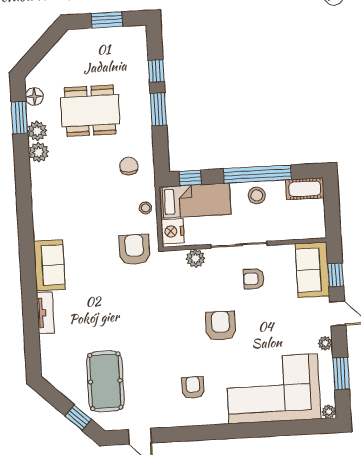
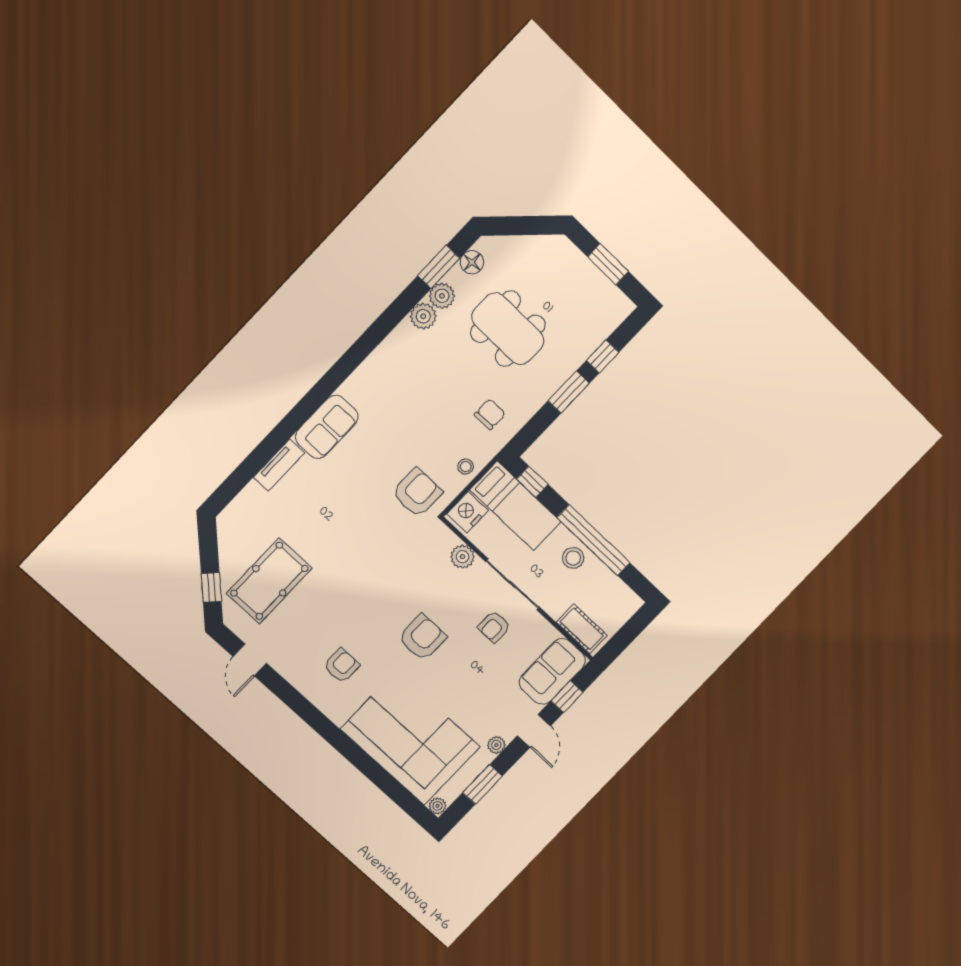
cot: (305, 189) -> (582, 629), moved
armchair: (254, 279) -> (494, 627), turned -90

